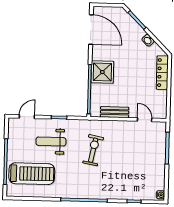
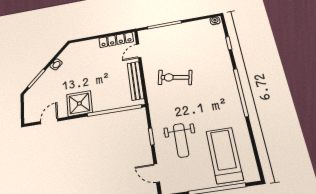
door: (91, 30) -> (49, 121), width x0.53
shower: (102, 72) -> (79, 103), moved
locker: (162, 73) -> (116, 40), moved
bench: (115, 112) -> (135, 81), width x1.36
exercise bike: (93, 150) -> (175, 77), moved

